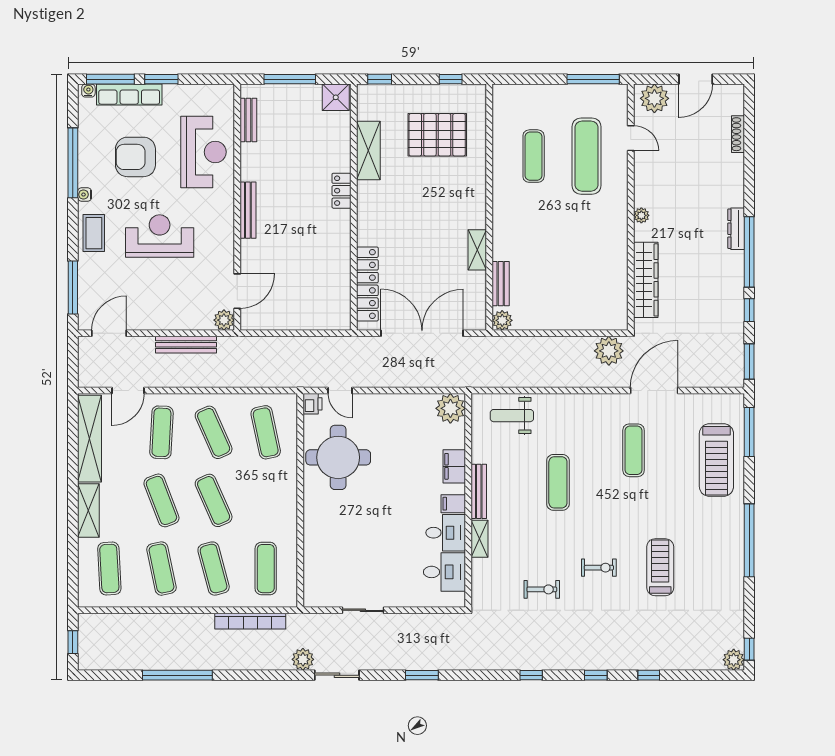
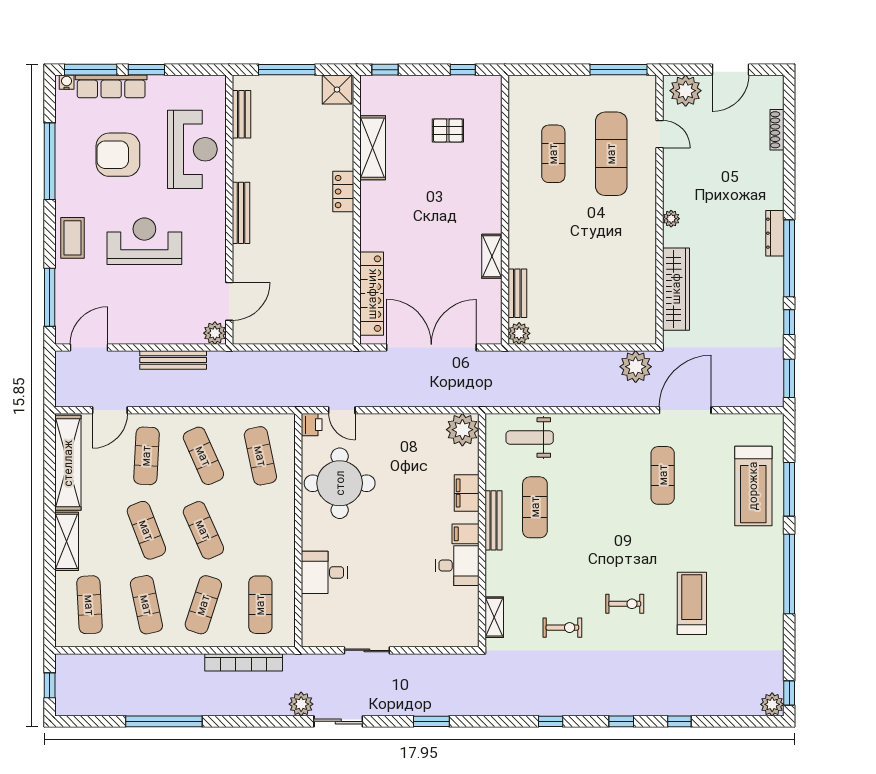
pallet: (437, 135) -> (448, 130), width x0.49, depth x0.50
water cooler: (85, 195) -> (62, 196), removed
window: (749, 432) -> (789, 489), moved
exercise mat: (558, 482) -> (535, 507), moved
shelving: (480, 539) -> (494, 617), moved
exercise mat: (214, 569) -> (203, 605), turned 33
desk: (445, 572) -> (324, 572), moved, turned 180

